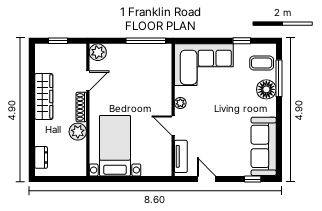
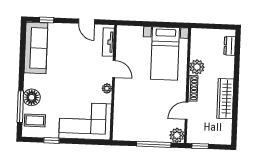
window: (58, 41) -> (200, 146), moved
window: (146, 41) -> (154, 144), moved

